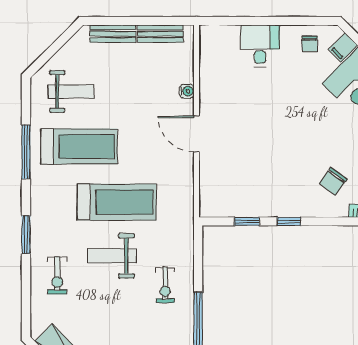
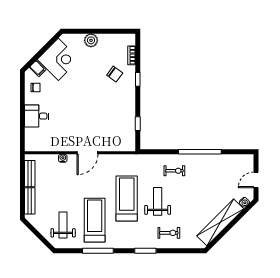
window: (289, 221) -> (138, 79), moved
weight bench: (112, 256) -> (158, 201), turned 180

